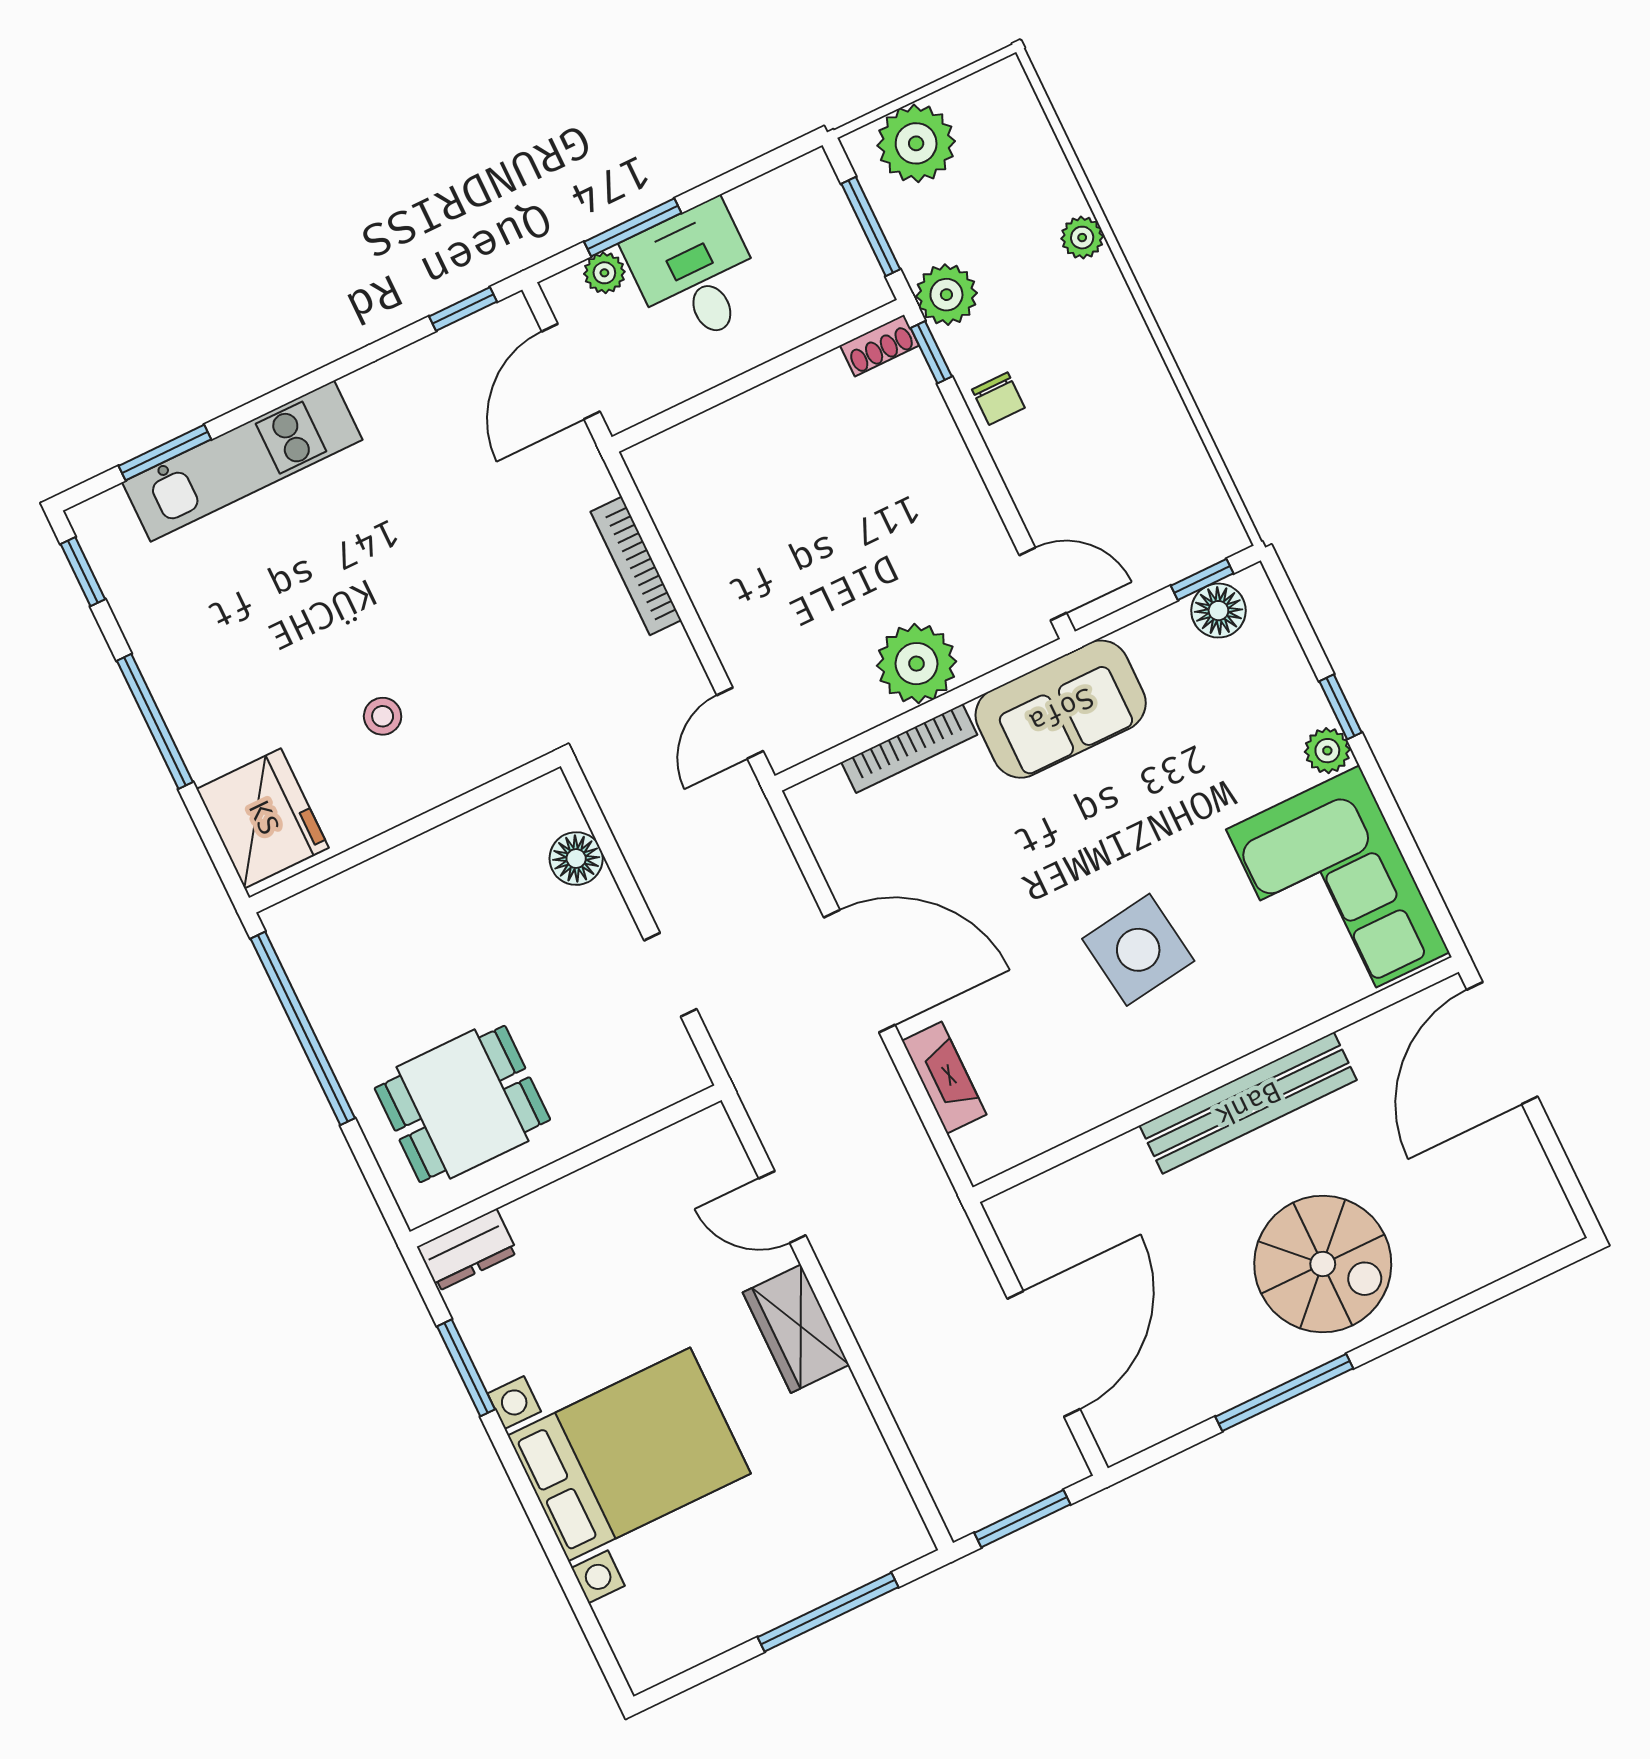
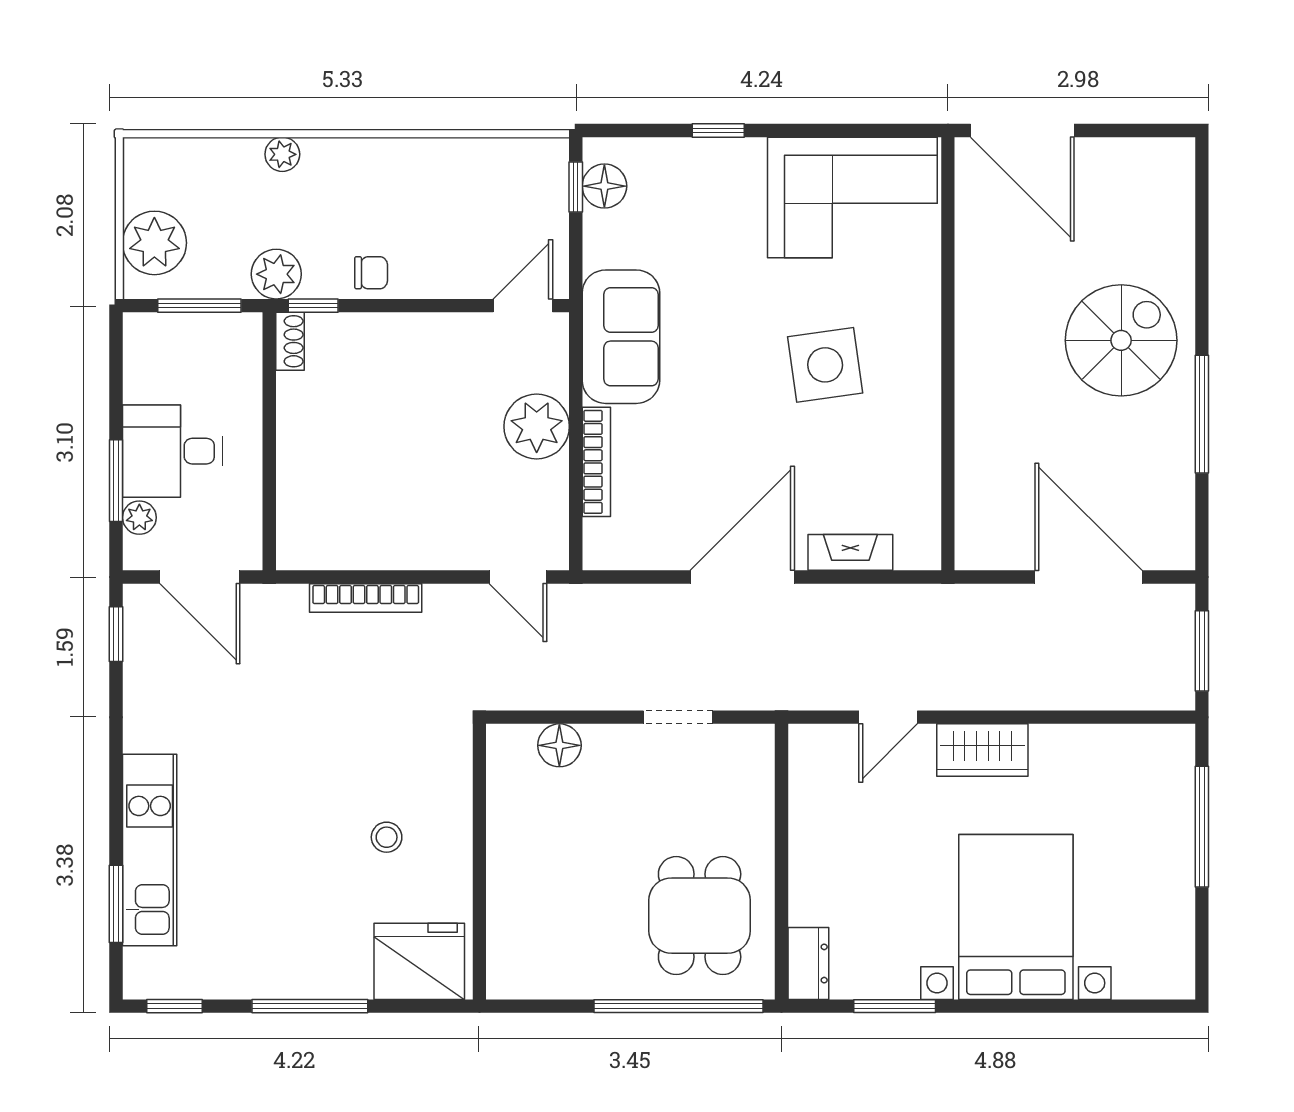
plant: (1327, 751) -> (746, 156), removed
window: (303, 1028) -> (679, 1006), moved
bench: (1248, 1103) -> (976, 338), removed

